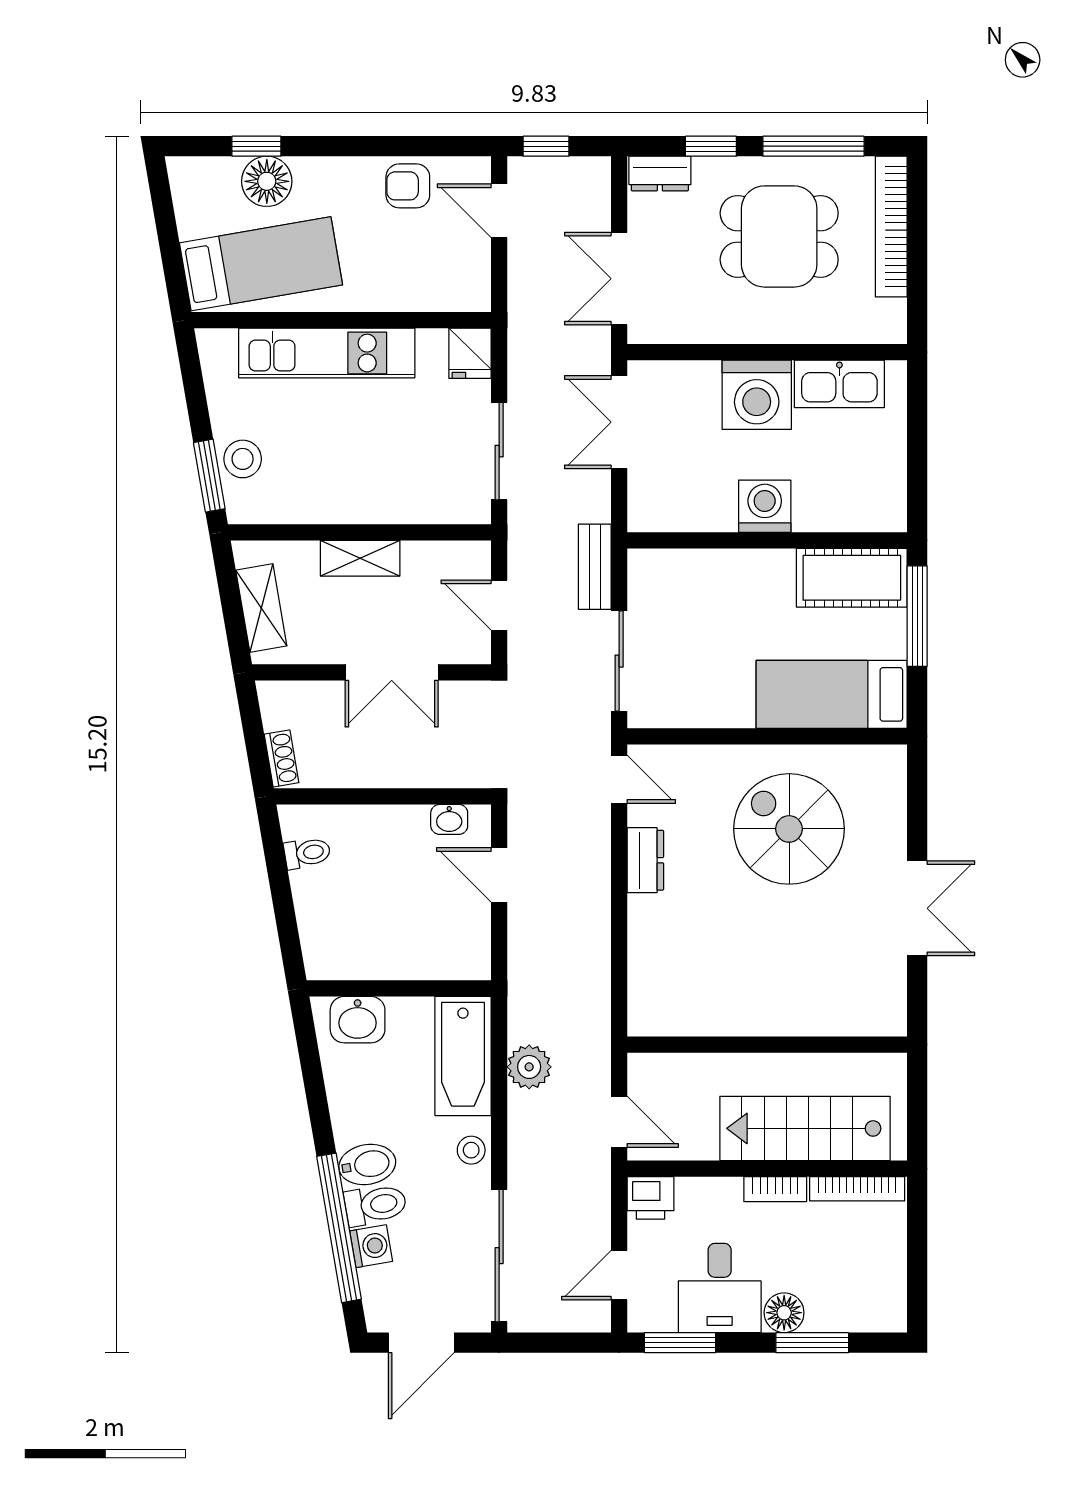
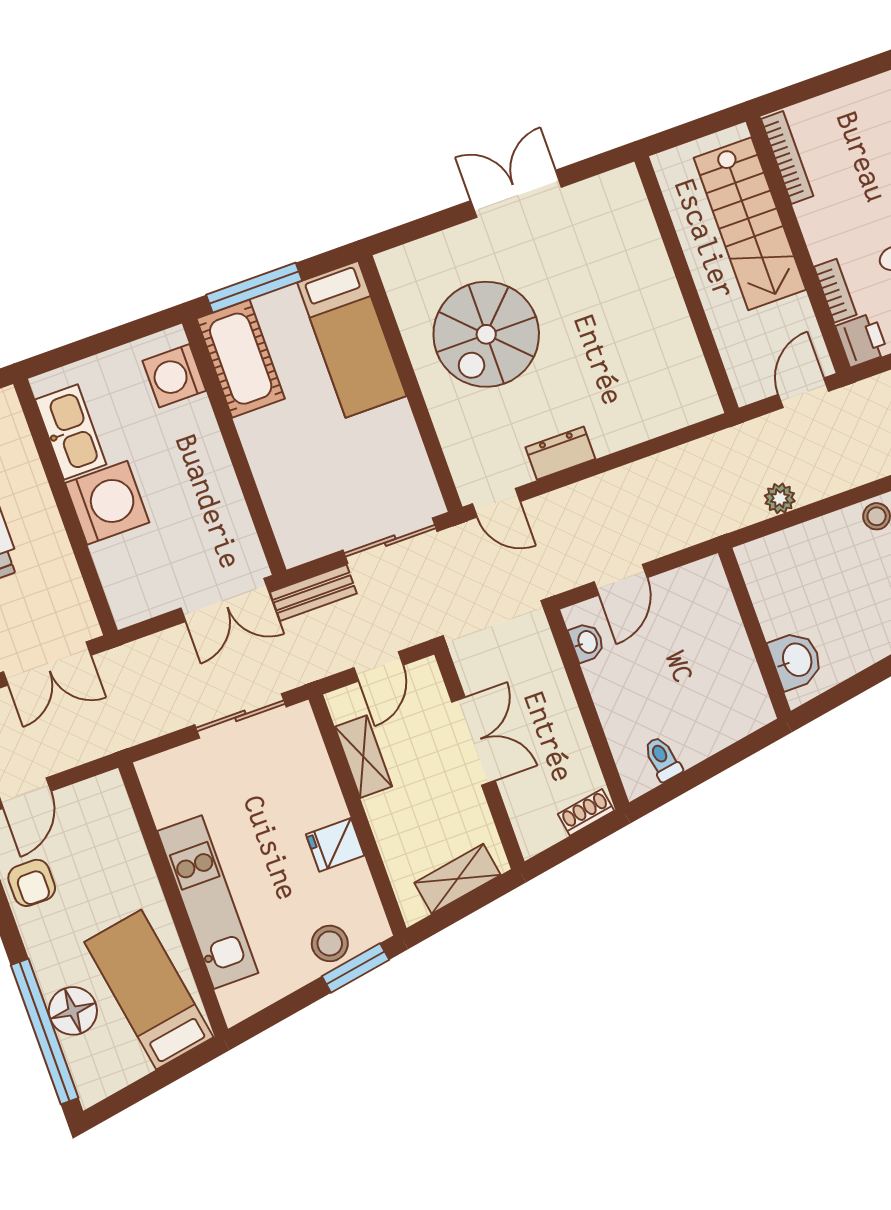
window: (256, 146) -> (45, 1032), width x3.17
fridge: (470, 353) -> (335, 845), moved, turned 180
double door: (619, 422) -> (225, 600), moved
washing machine: (765, 506) -> (174, 376), moved
shelving: (360, 558) -> (363, 757), moved
door: (619, 779) -> (496, 503), swing flipped
bathtub: (463, 1056) -> (795, 554), removed
plant: (529, 1067) -> (780, 498), width x0.73, depth x0.73
bookcase: (775, 1189) -> (835, 291), moved

